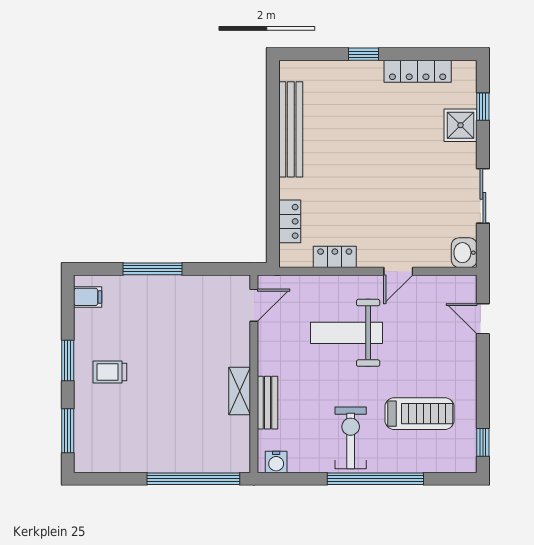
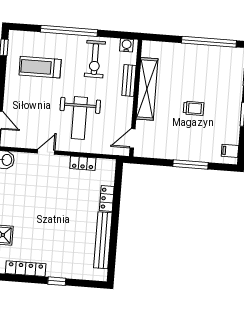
locker: (290, 221) -> (107, 198), moved
weight bench: (347, 333) -> (79, 118), turned 90
trolley: (110, 372) -> (194, 108), moved
shelving: (240, 391) -> (147, 89), width x2.20, depth x1.33
exercise bike: (351, 438) -> (95, 59), moved
window: (193, 479) -> (209, 42), moved

